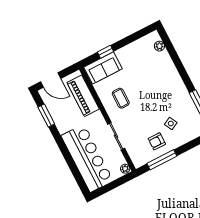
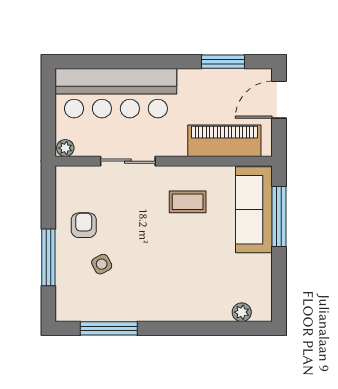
window: (105, 52) -> (279, 216), width x2.17
sofa: (103, 68) -> (254, 210), width x1.36
window: (162, 160) -> (48, 257), moved

